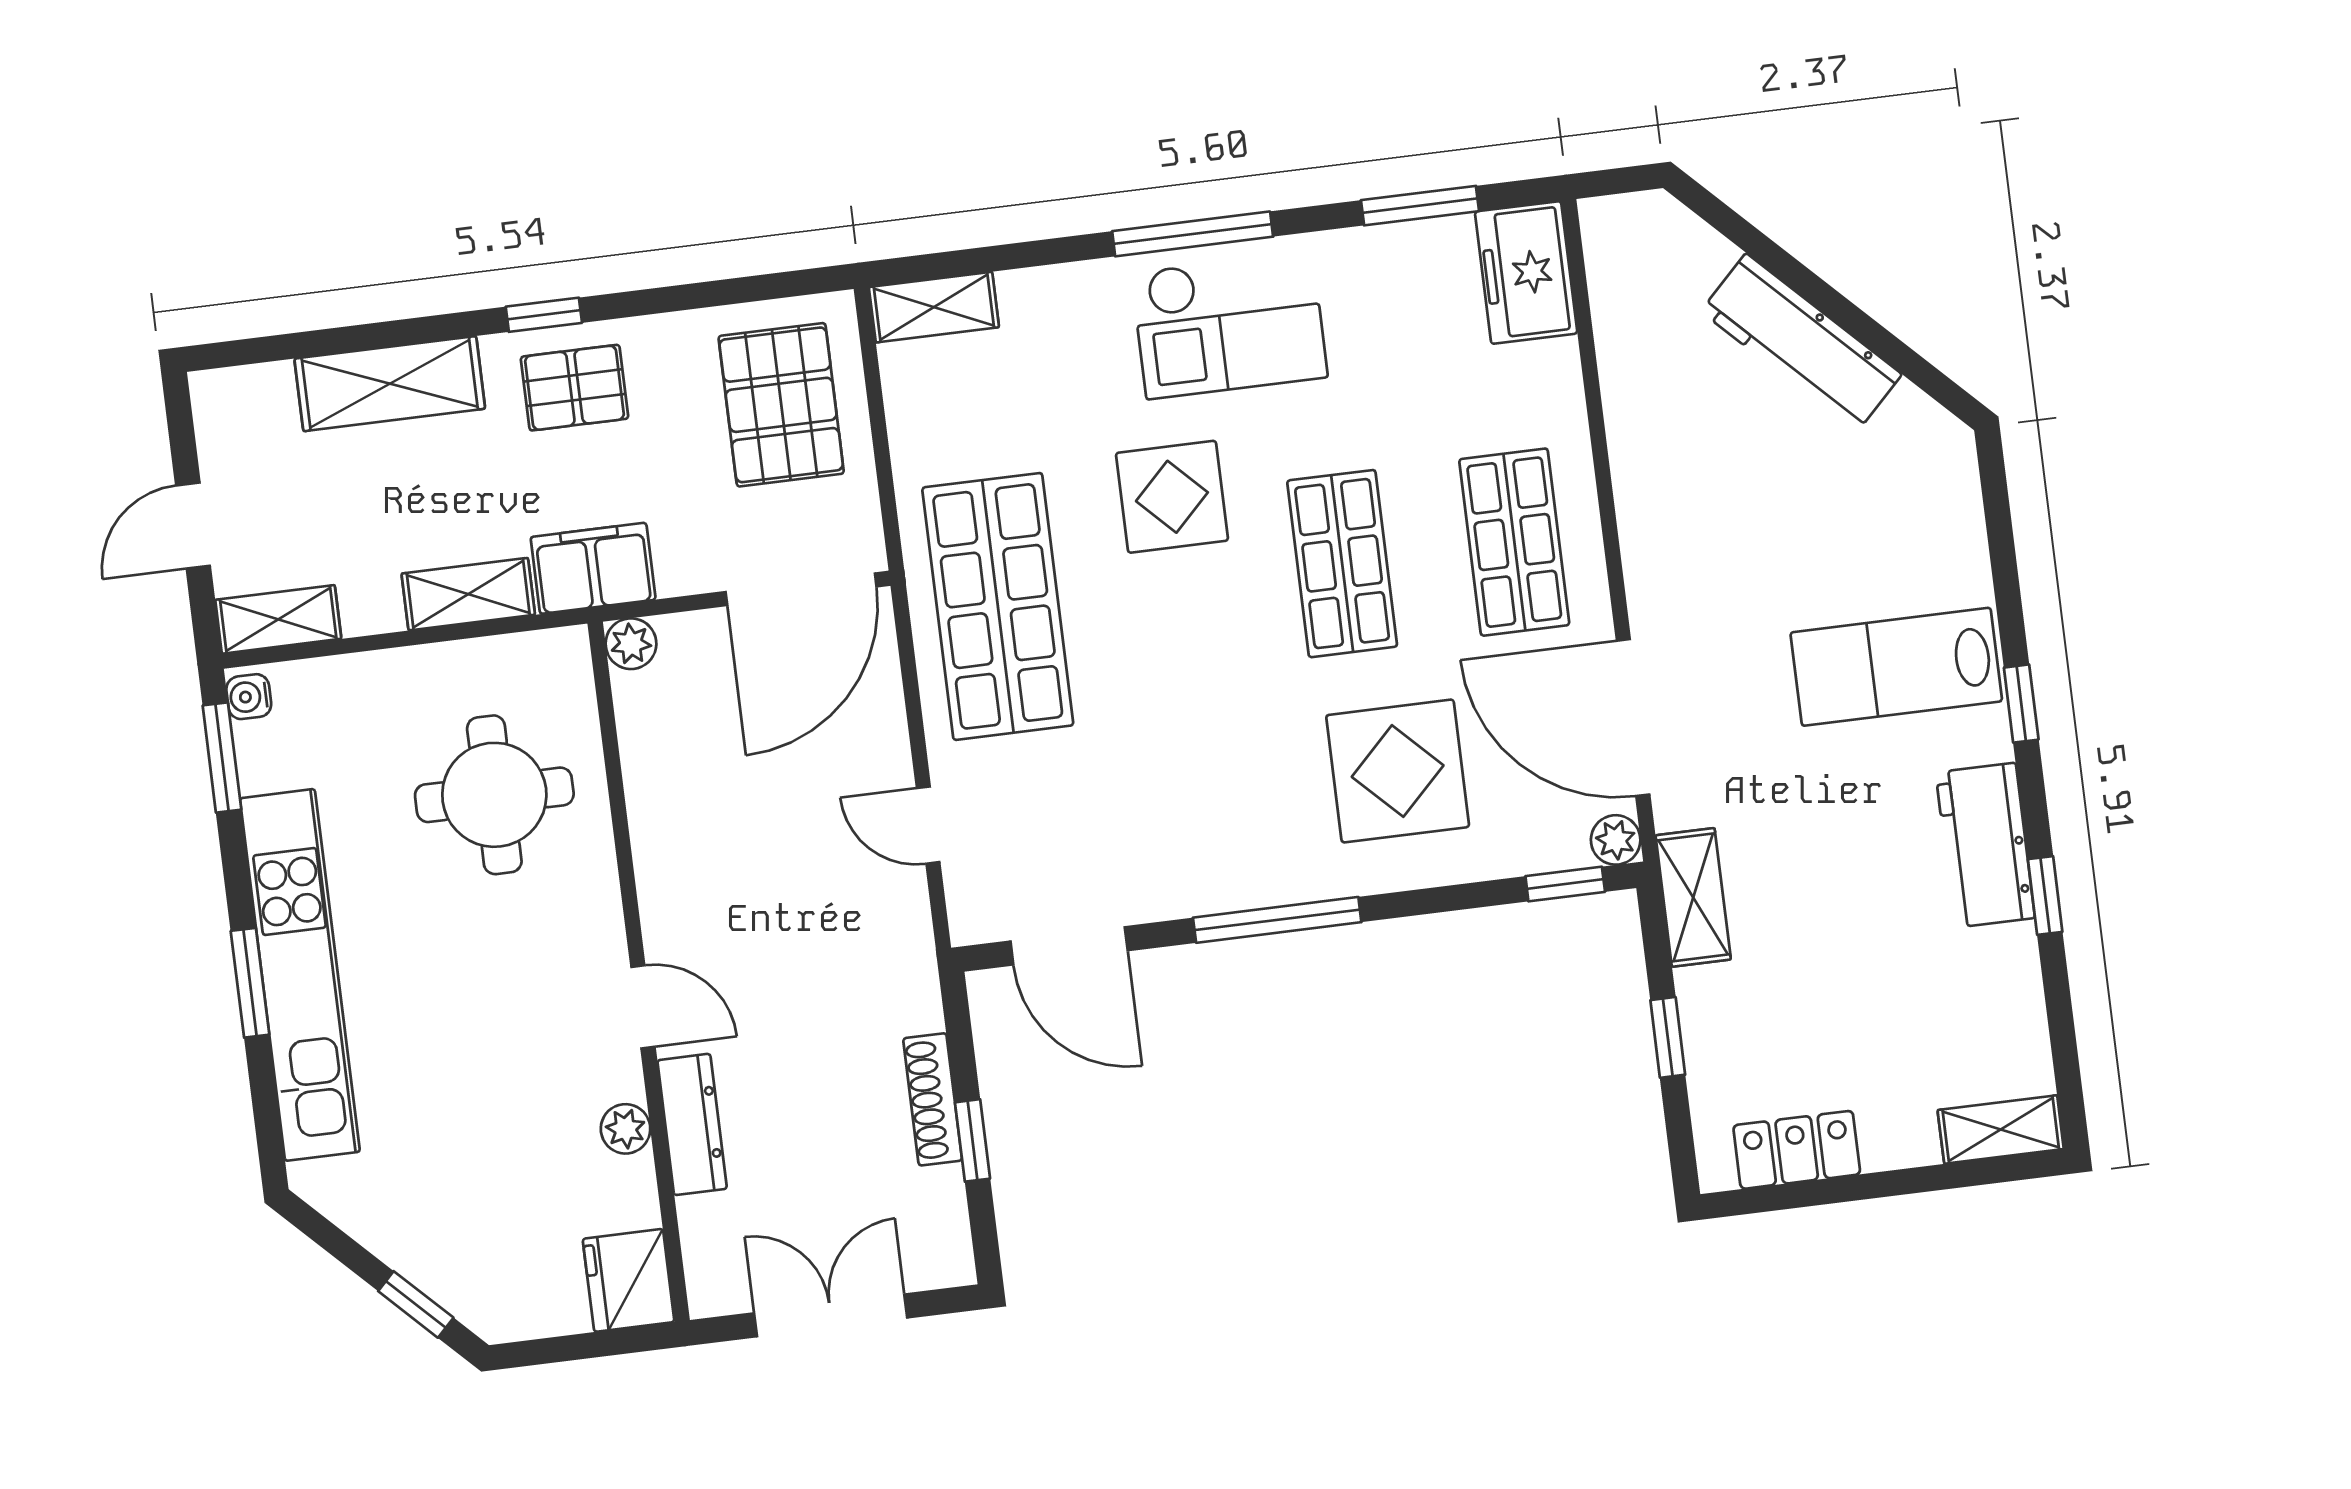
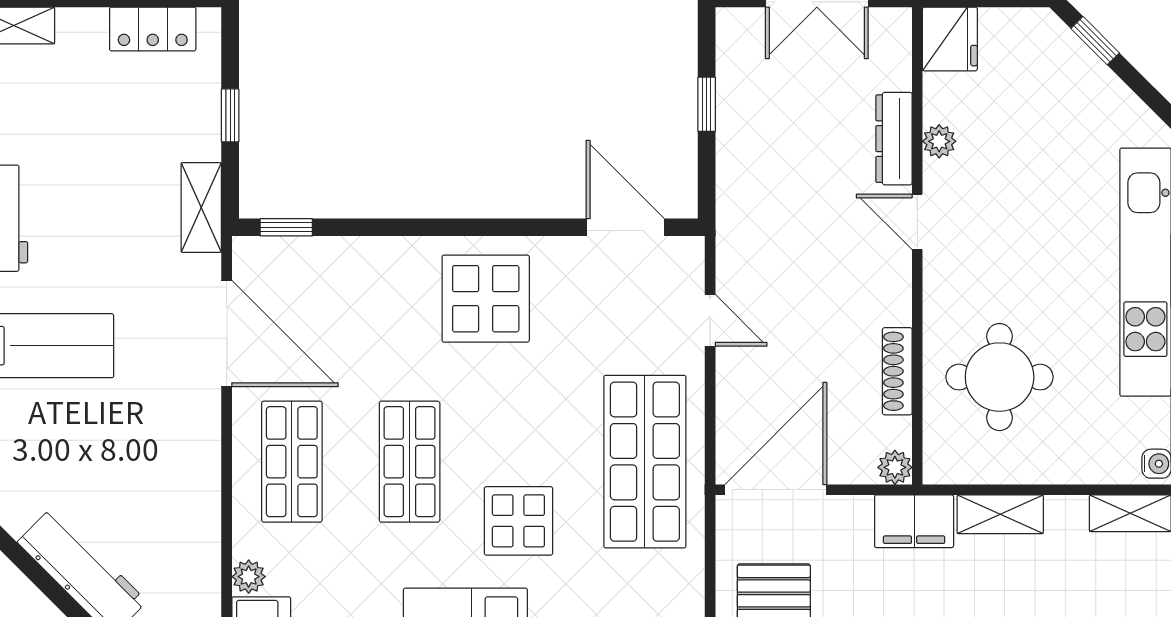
display table: (1398, 771) -> (486, 299), moved
plant: (1616, 840) -> (249, 577), moved
window: (1277, 920) -> (483, 227), removed
shoe rack: (933, 1099) -> (897, 371), moved, turned 180

